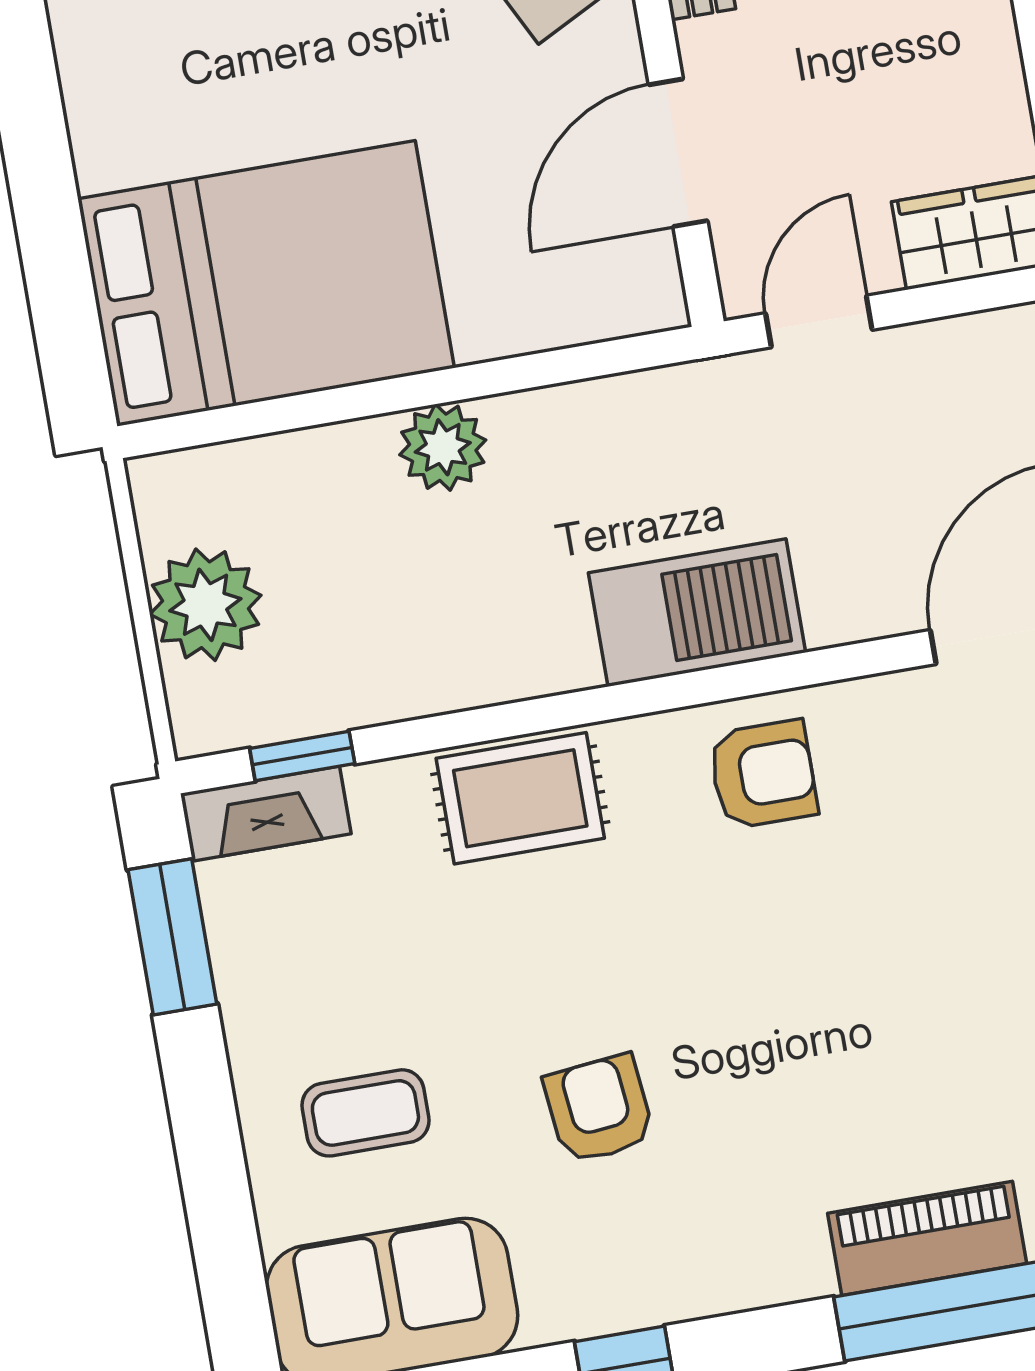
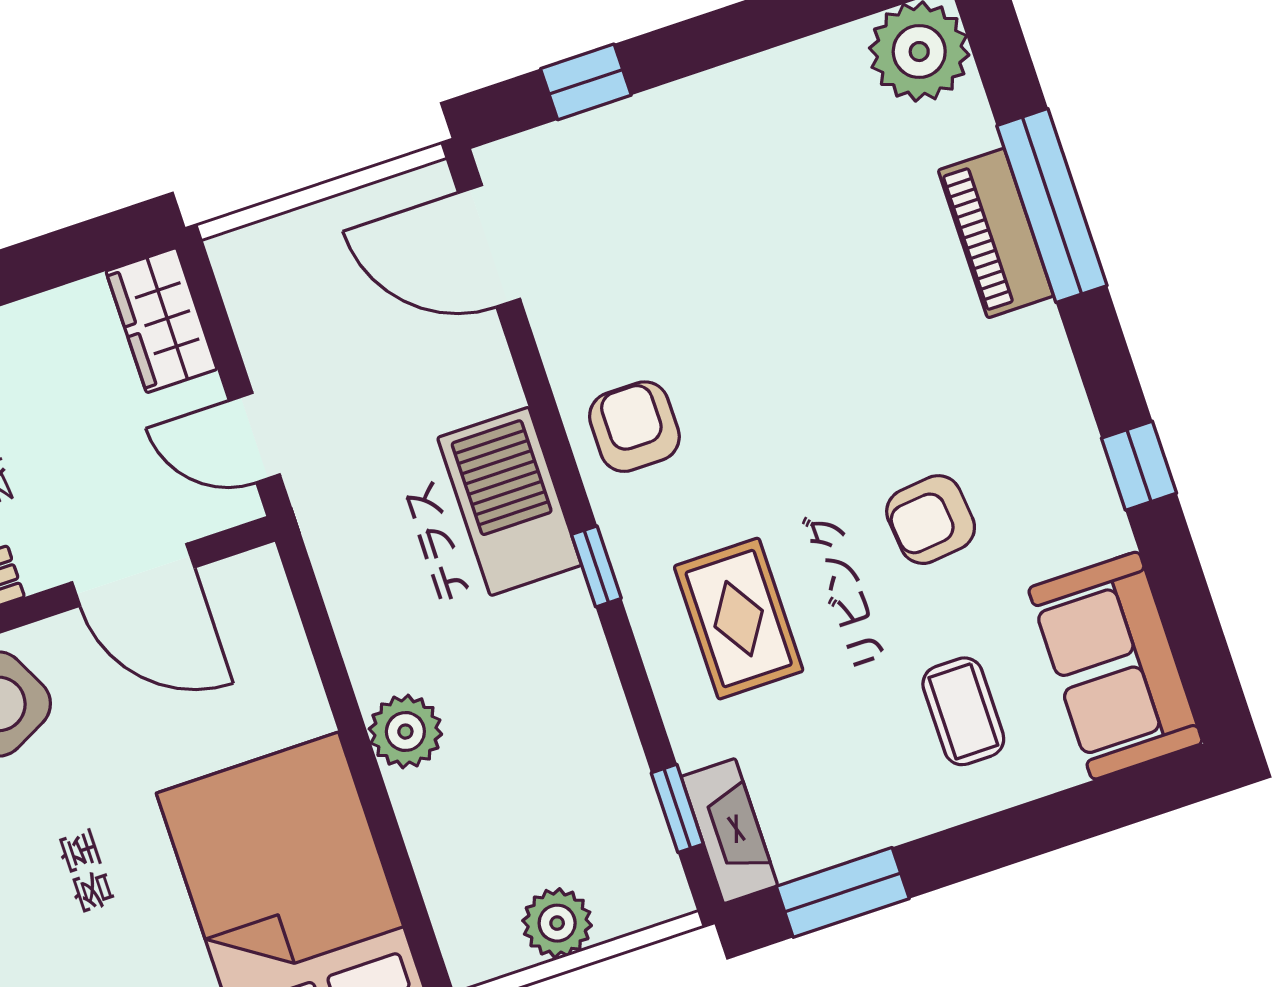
plant: (205, 605) -> (557, 923), width x0.73, depth x0.73
window: (604, 704) -> (596, 566), added
rug: (520, 798) -> (739, 619), moved

